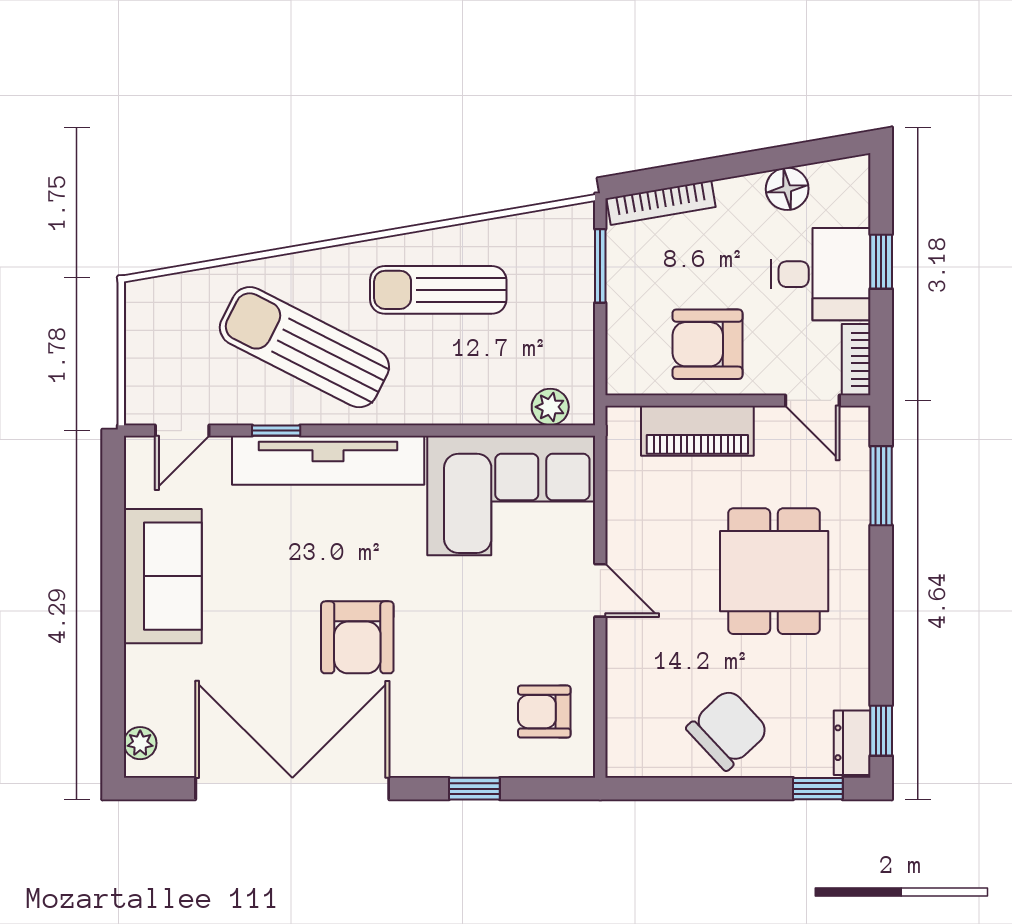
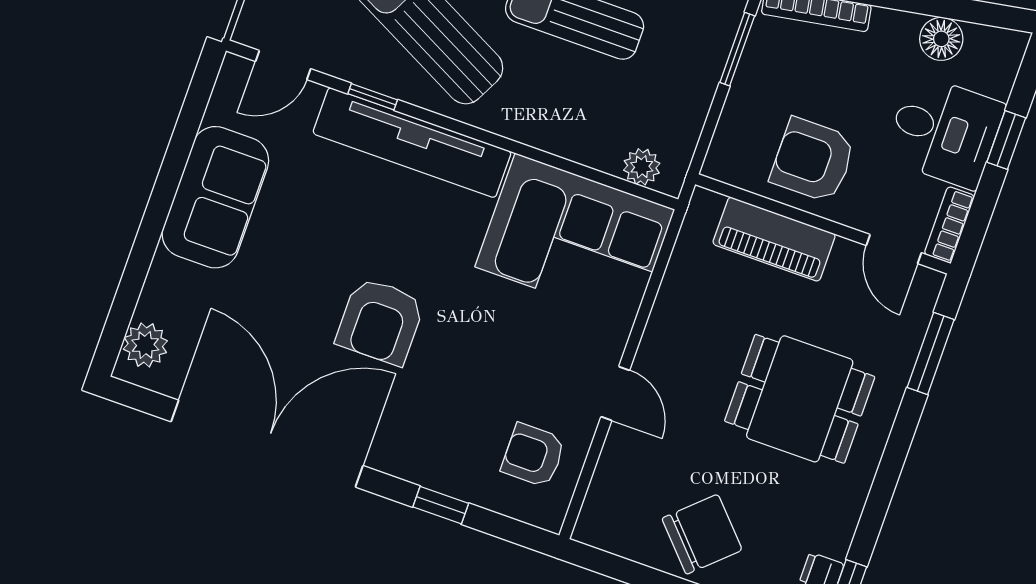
dining table: (774, 571) -> (800, 399), turned 90
door: (600, 590) -> (615, 393), moved
plant: (140, 743) -> (145, 345), width x1.38, depth x1.38

